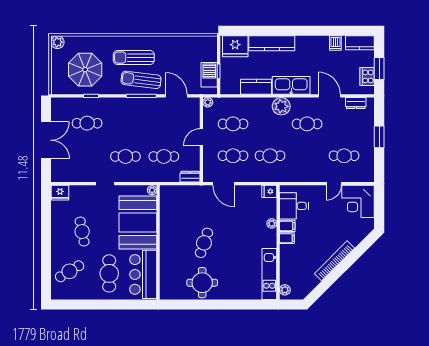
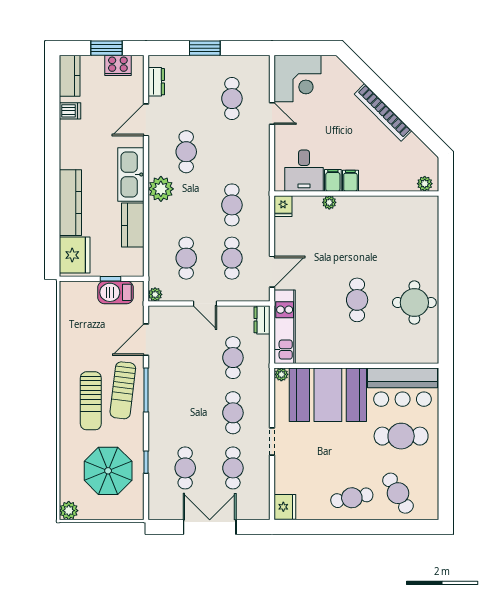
cafe table: (87, 156) -> (233, 468), added
cafe table: (82, 232) -> (352, 498), moved
cafe table: (204, 243) -> (357, 300), turned 71
kitchen unit: (269, 274) -> (285, 327), moved, turned -90

